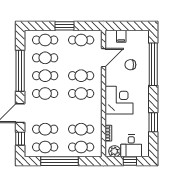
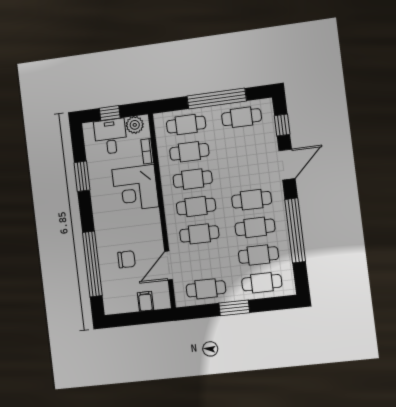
corner desk: (119, 100) -> (135, 188), moved
cafe table: (45, 129) -> (193, 179), moved

